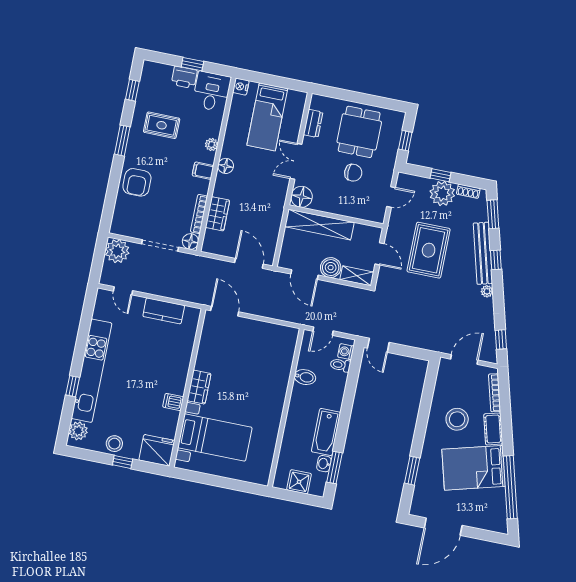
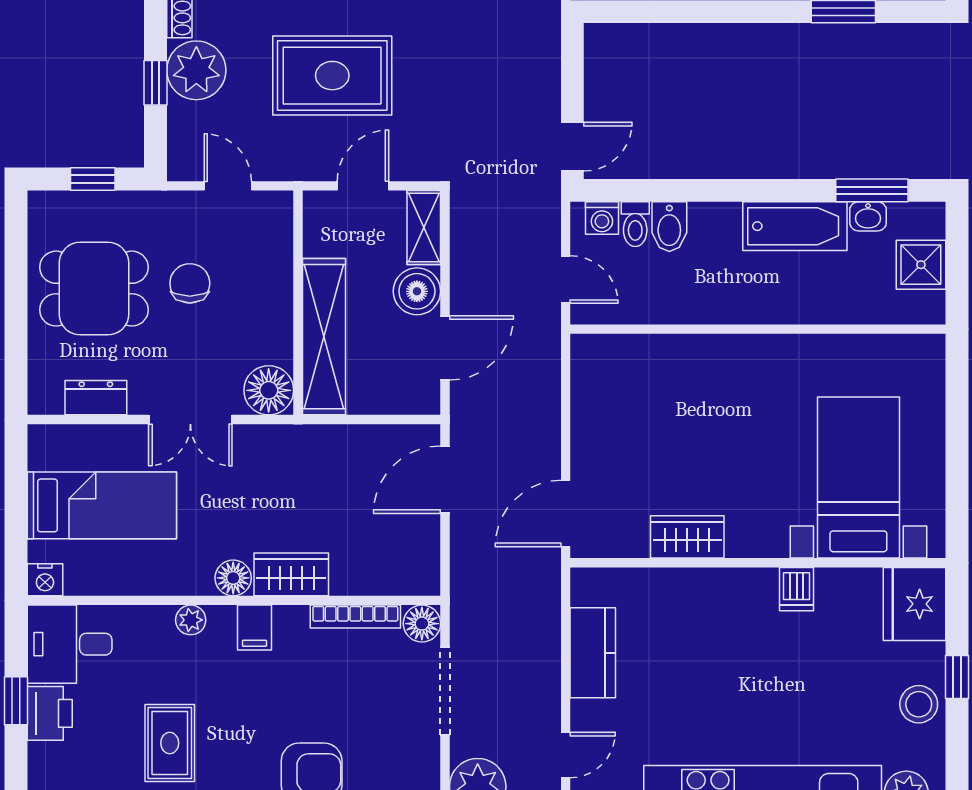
wardrobe: (218, 214) -> (291, 574), moved
bidet: (305, 377) -> (669, 227), moved, turned 180
wardrobe: (199, 387) -> (687, 537), moved

